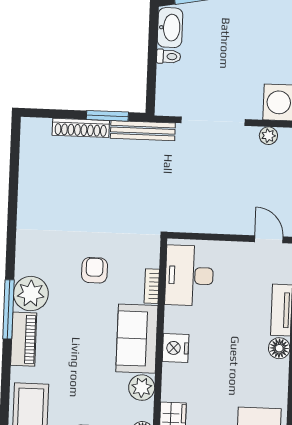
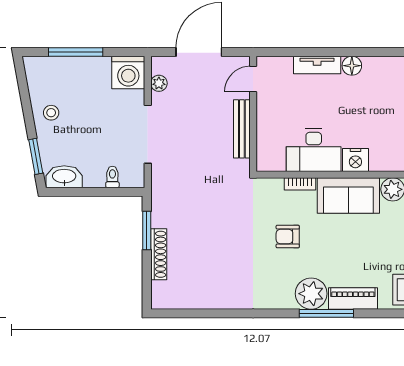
stool: (241, 16) -> (51, 113), added
toilet: (169, 56) -> (112, 177), moved
bench: (143, 131) -> (242, 129), moved
desk: (189, 276) -> (314, 150), moved

